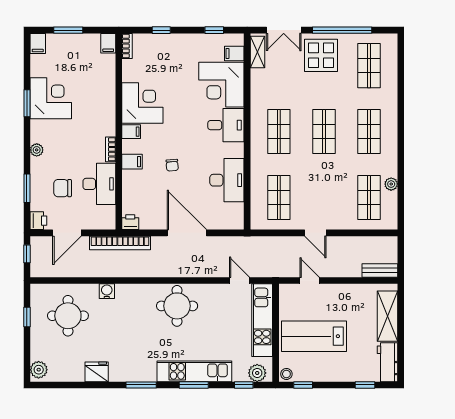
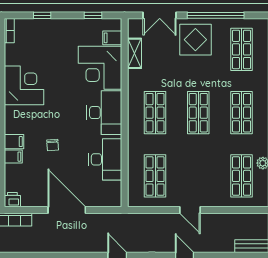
shelving: (257, 52) -> (134, 53), moved
desk: (226, 125) -> (104, 113), width x1.37
filing cabinet: (131, 132) -> (13, 157), moved

